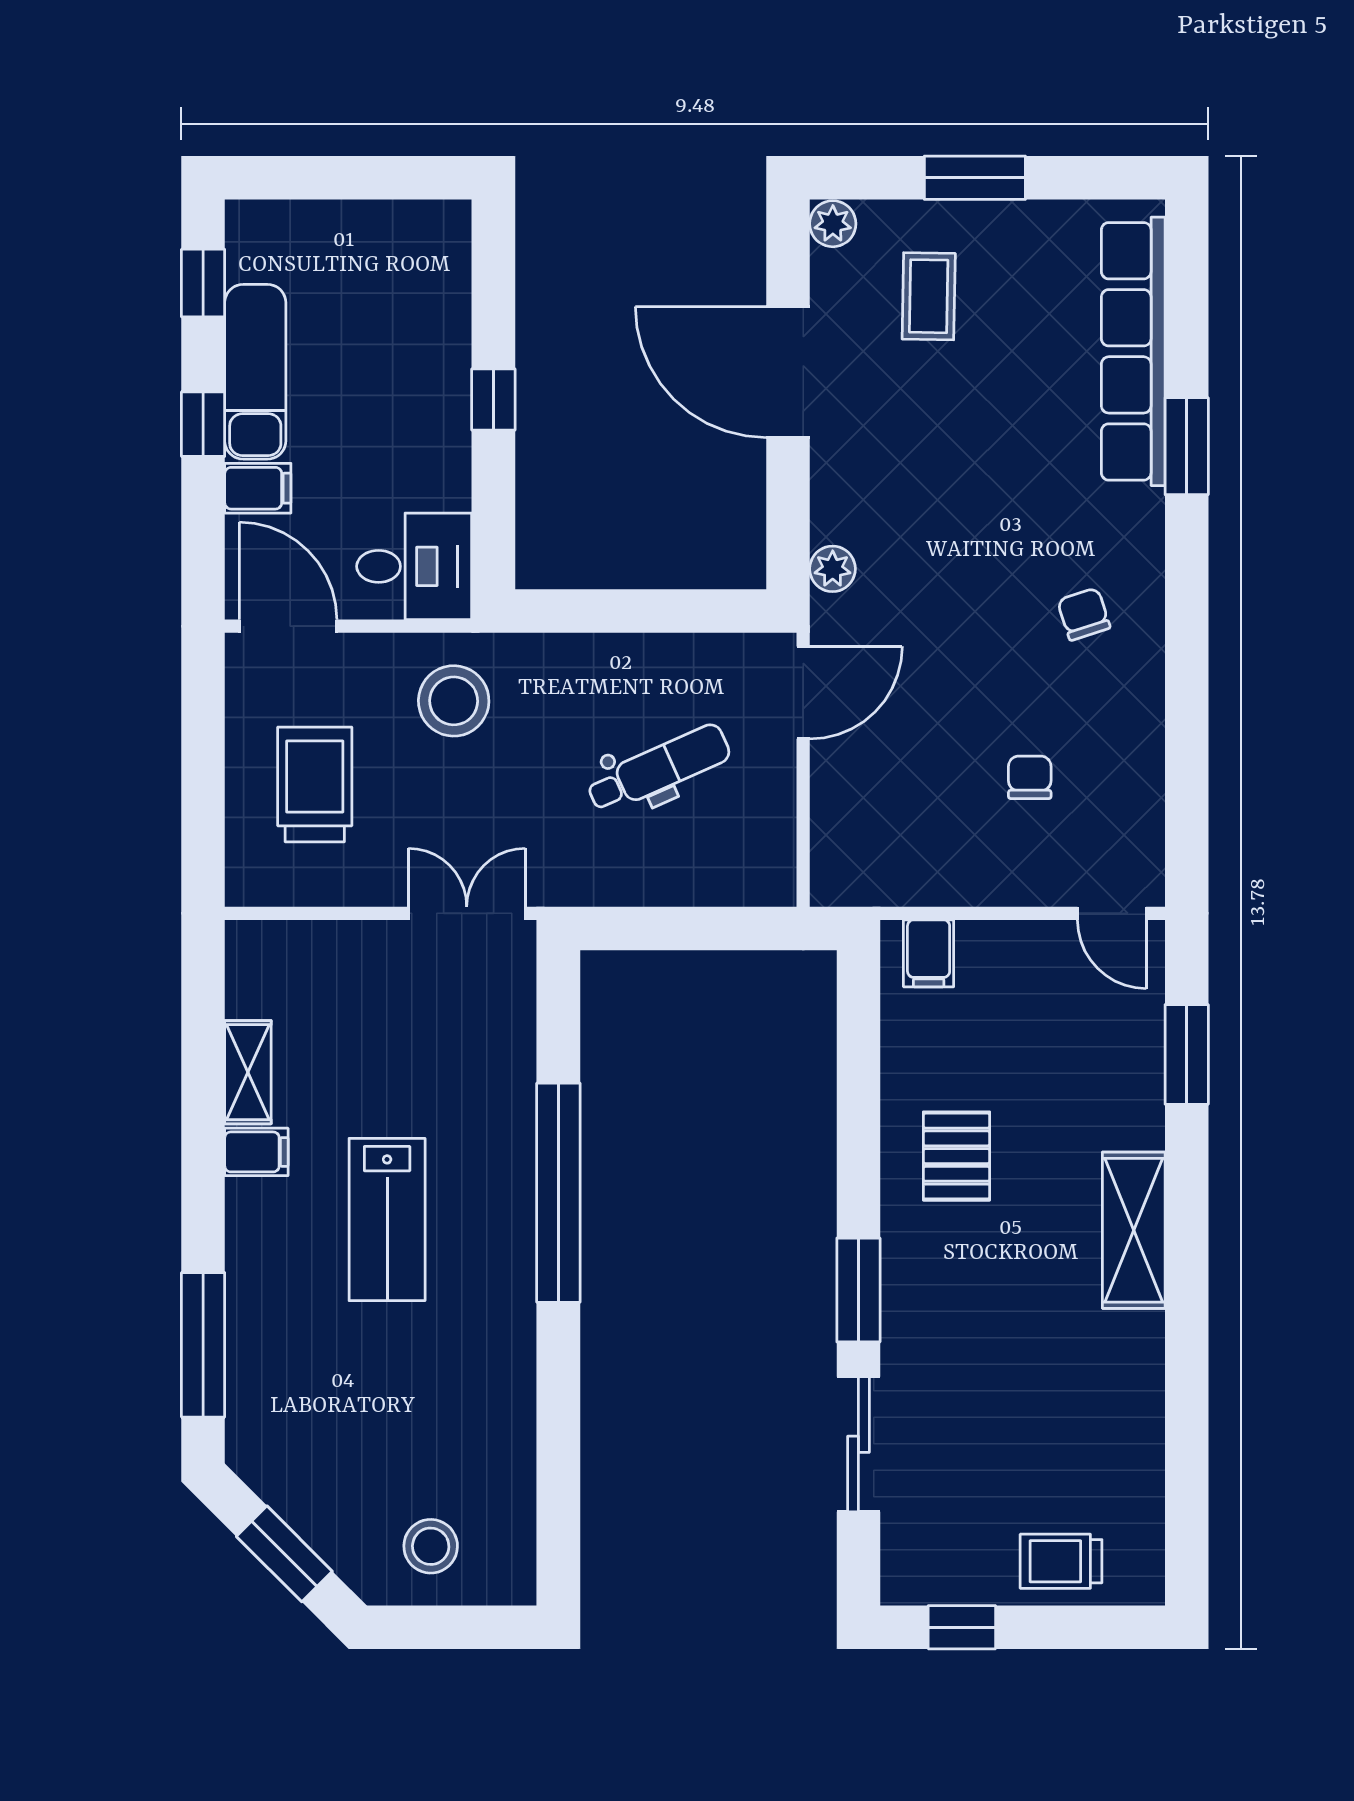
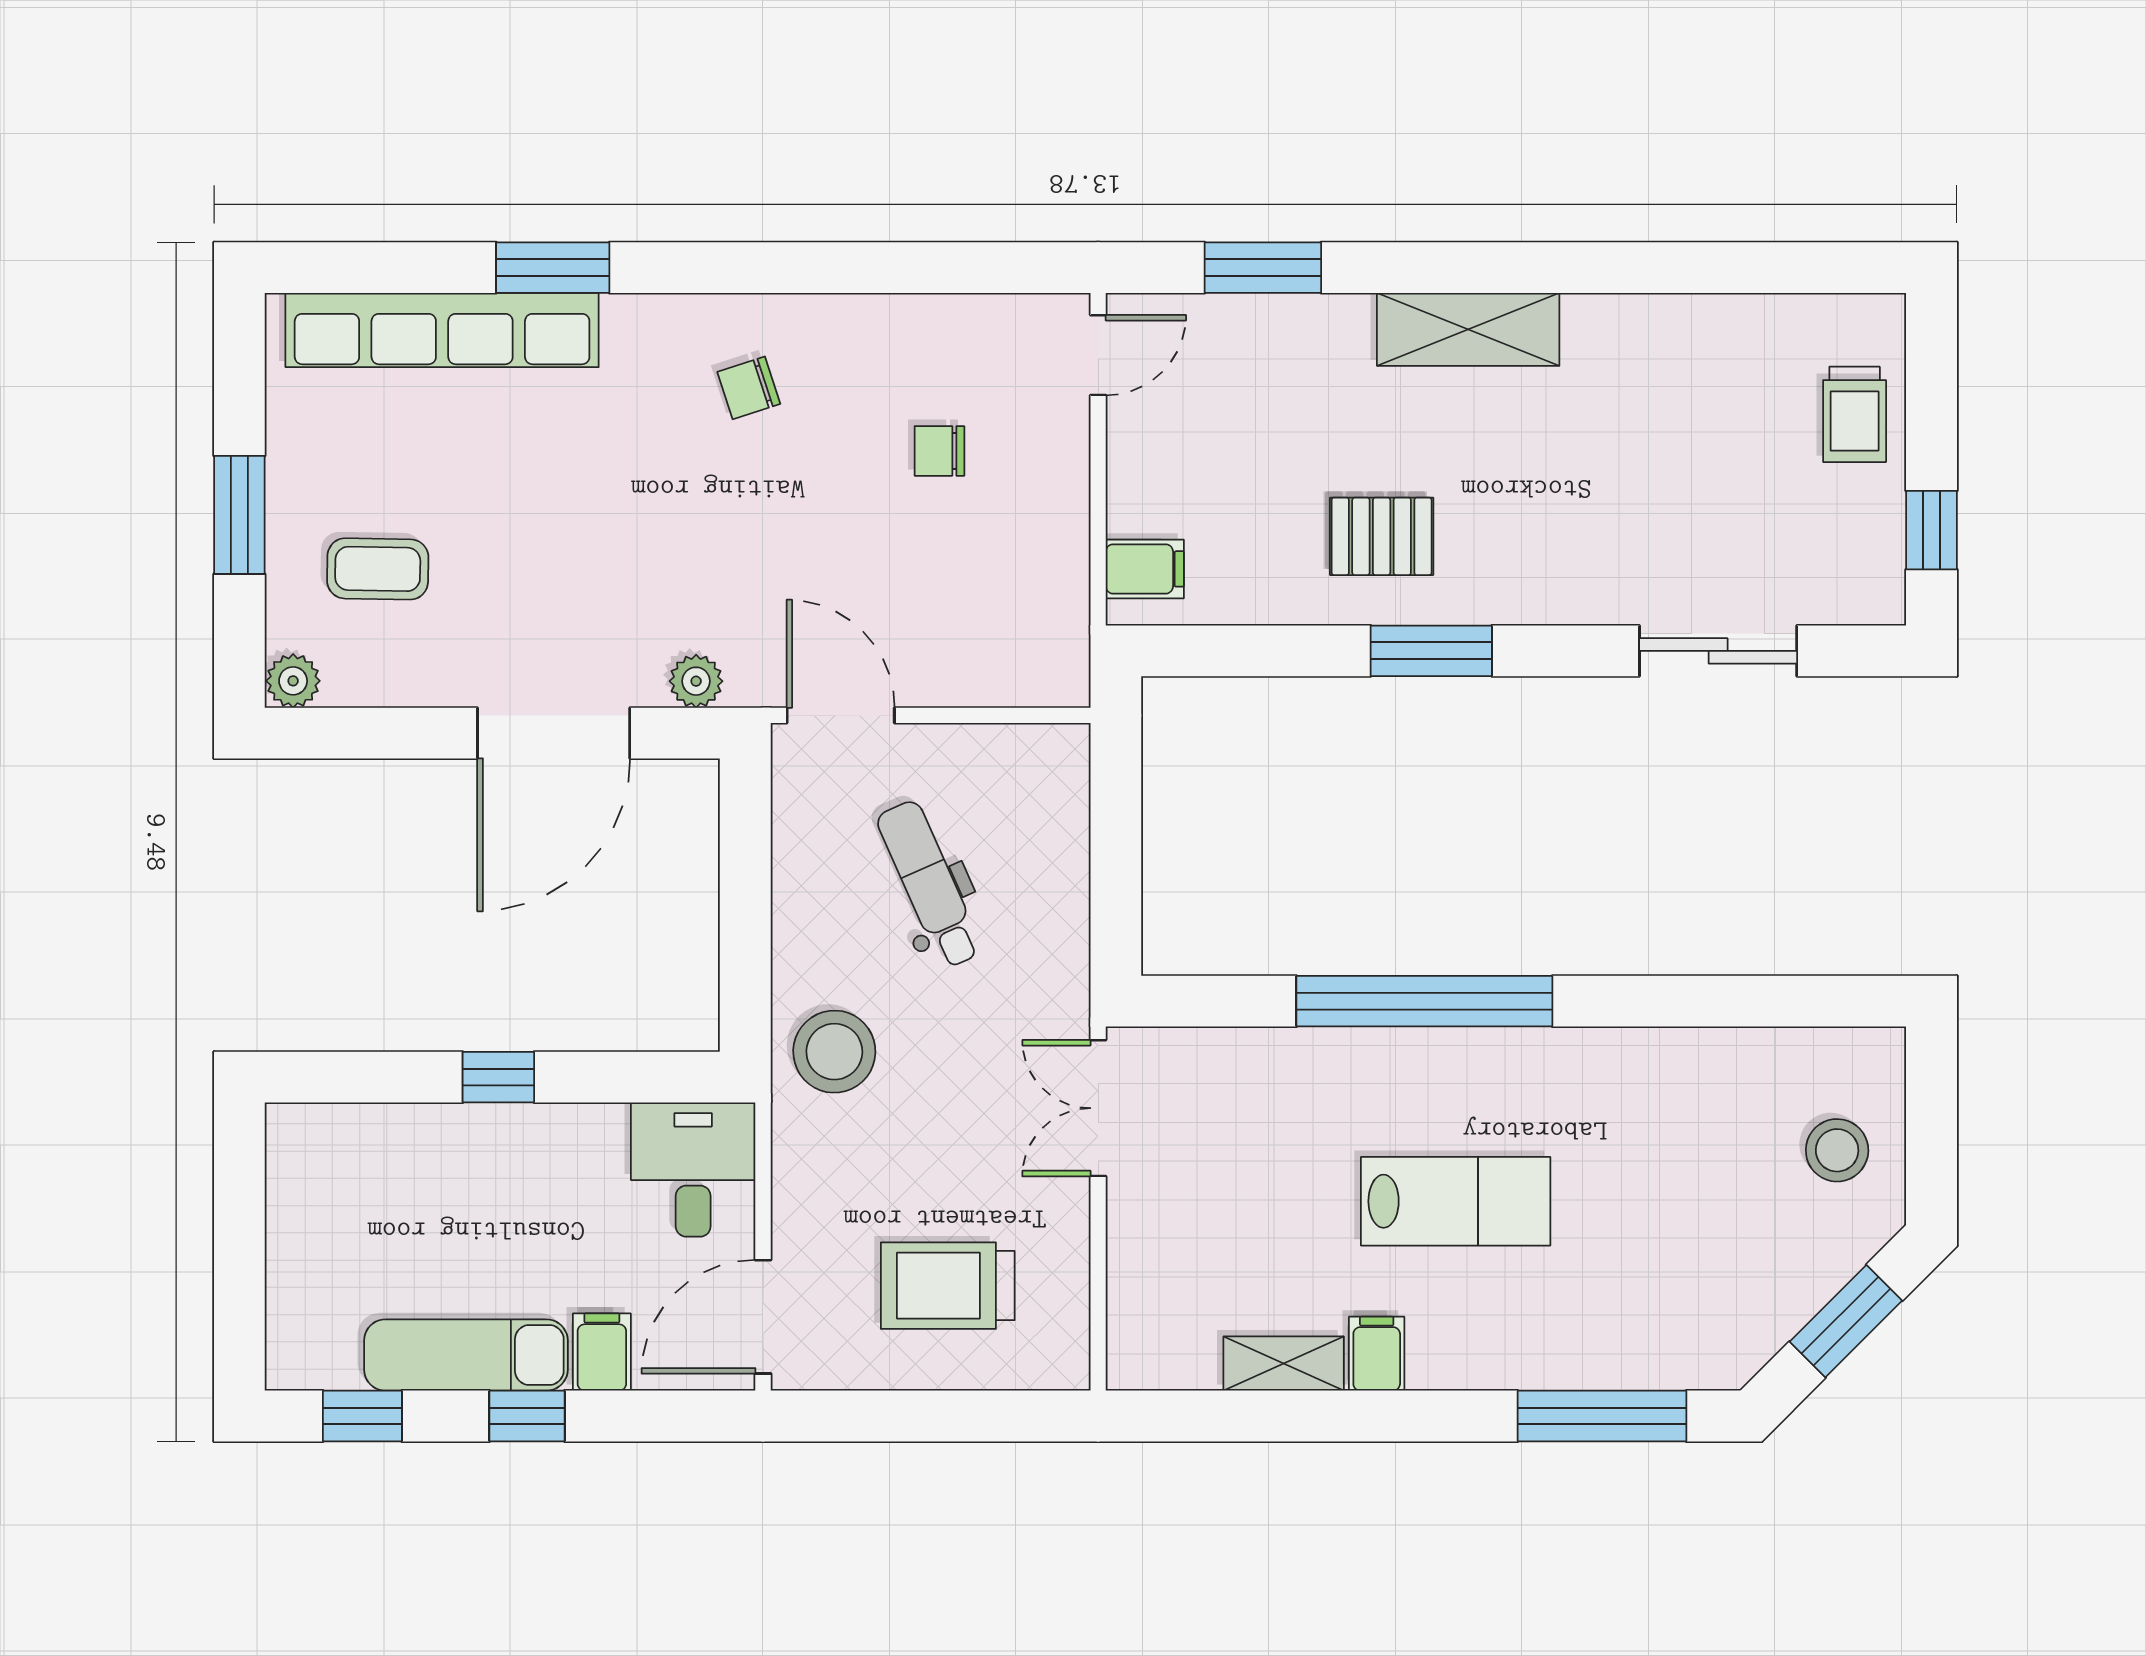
door: (788, 372) -> (554, 733), moved
stool: (454, 701) -> (834, 1052), moved
window: (858, 1290) -> (1431, 651), moved

